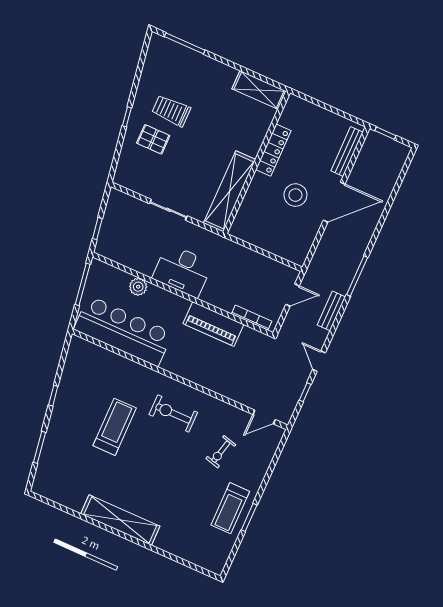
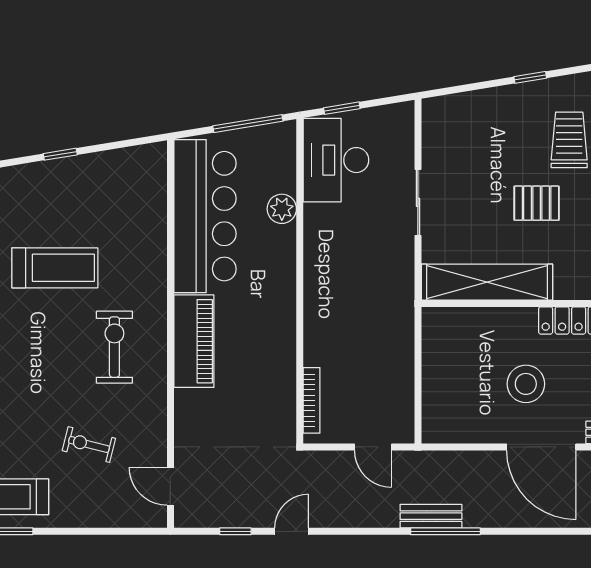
pallet: (153, 139) -> (537, 203), moved, turned 90
desk: (182, 271) -> (336, 160), moved
bench: (331, 311) -> (431, 516), moved
piano: (213, 324) -> (194, 341), moved, turned 180

